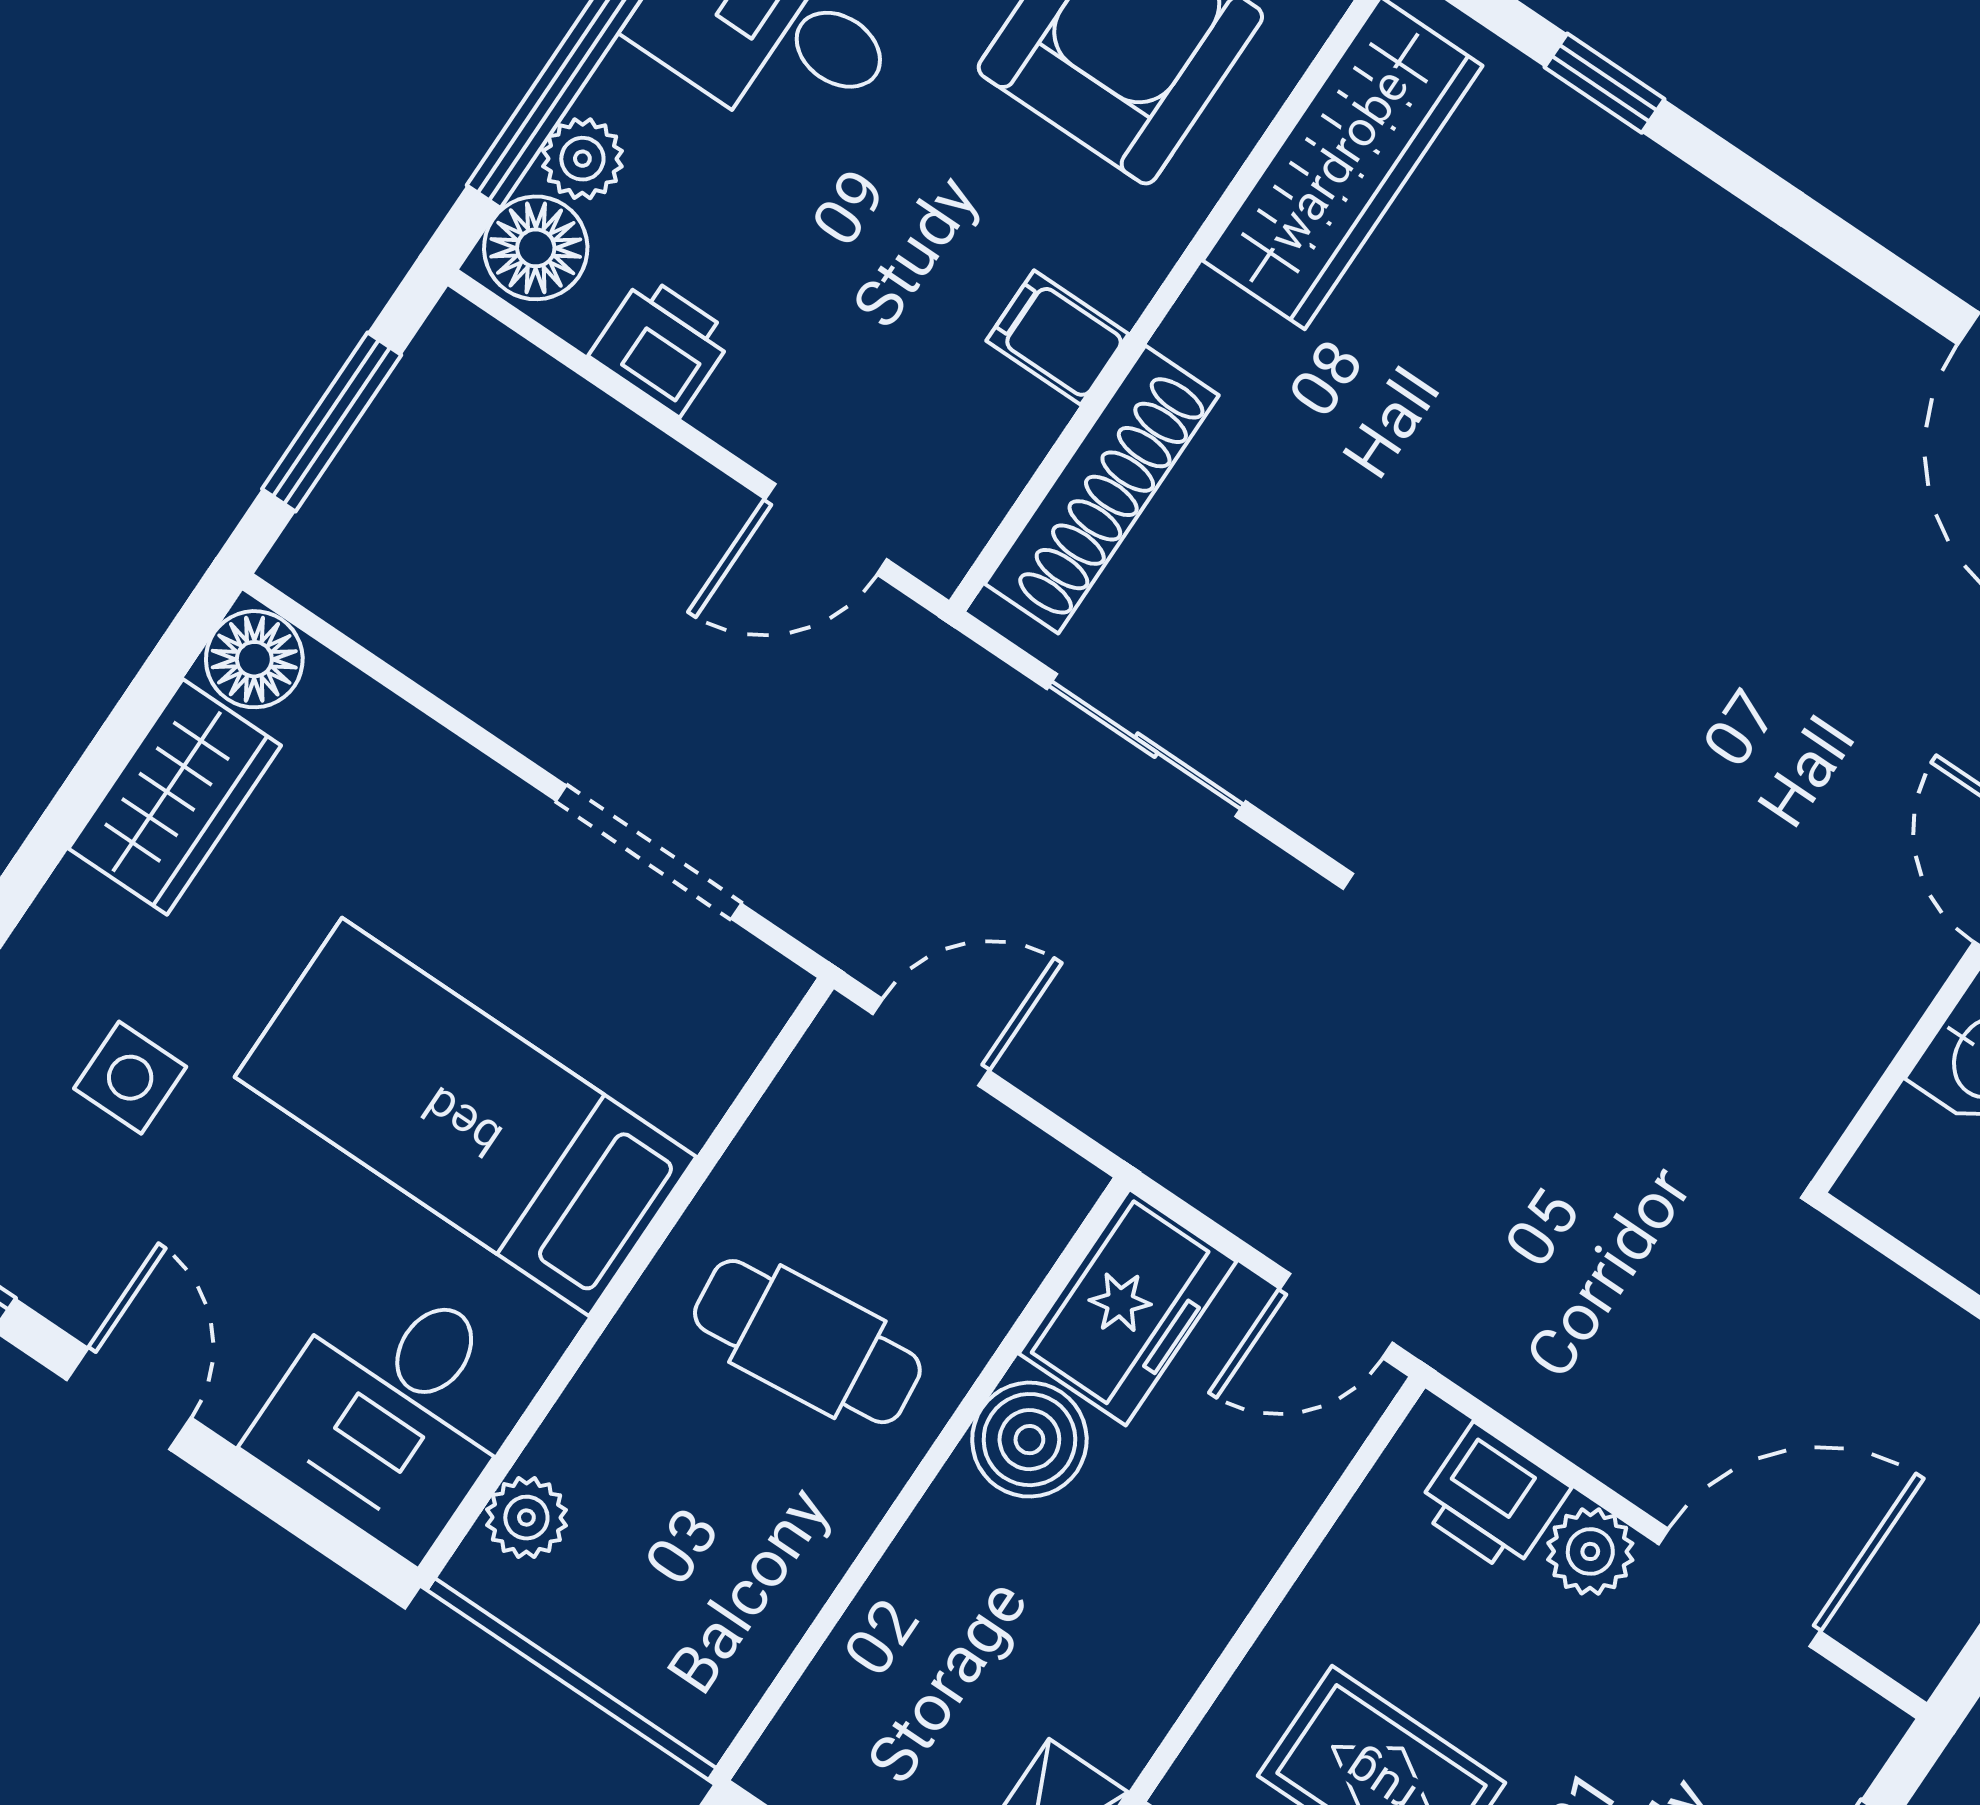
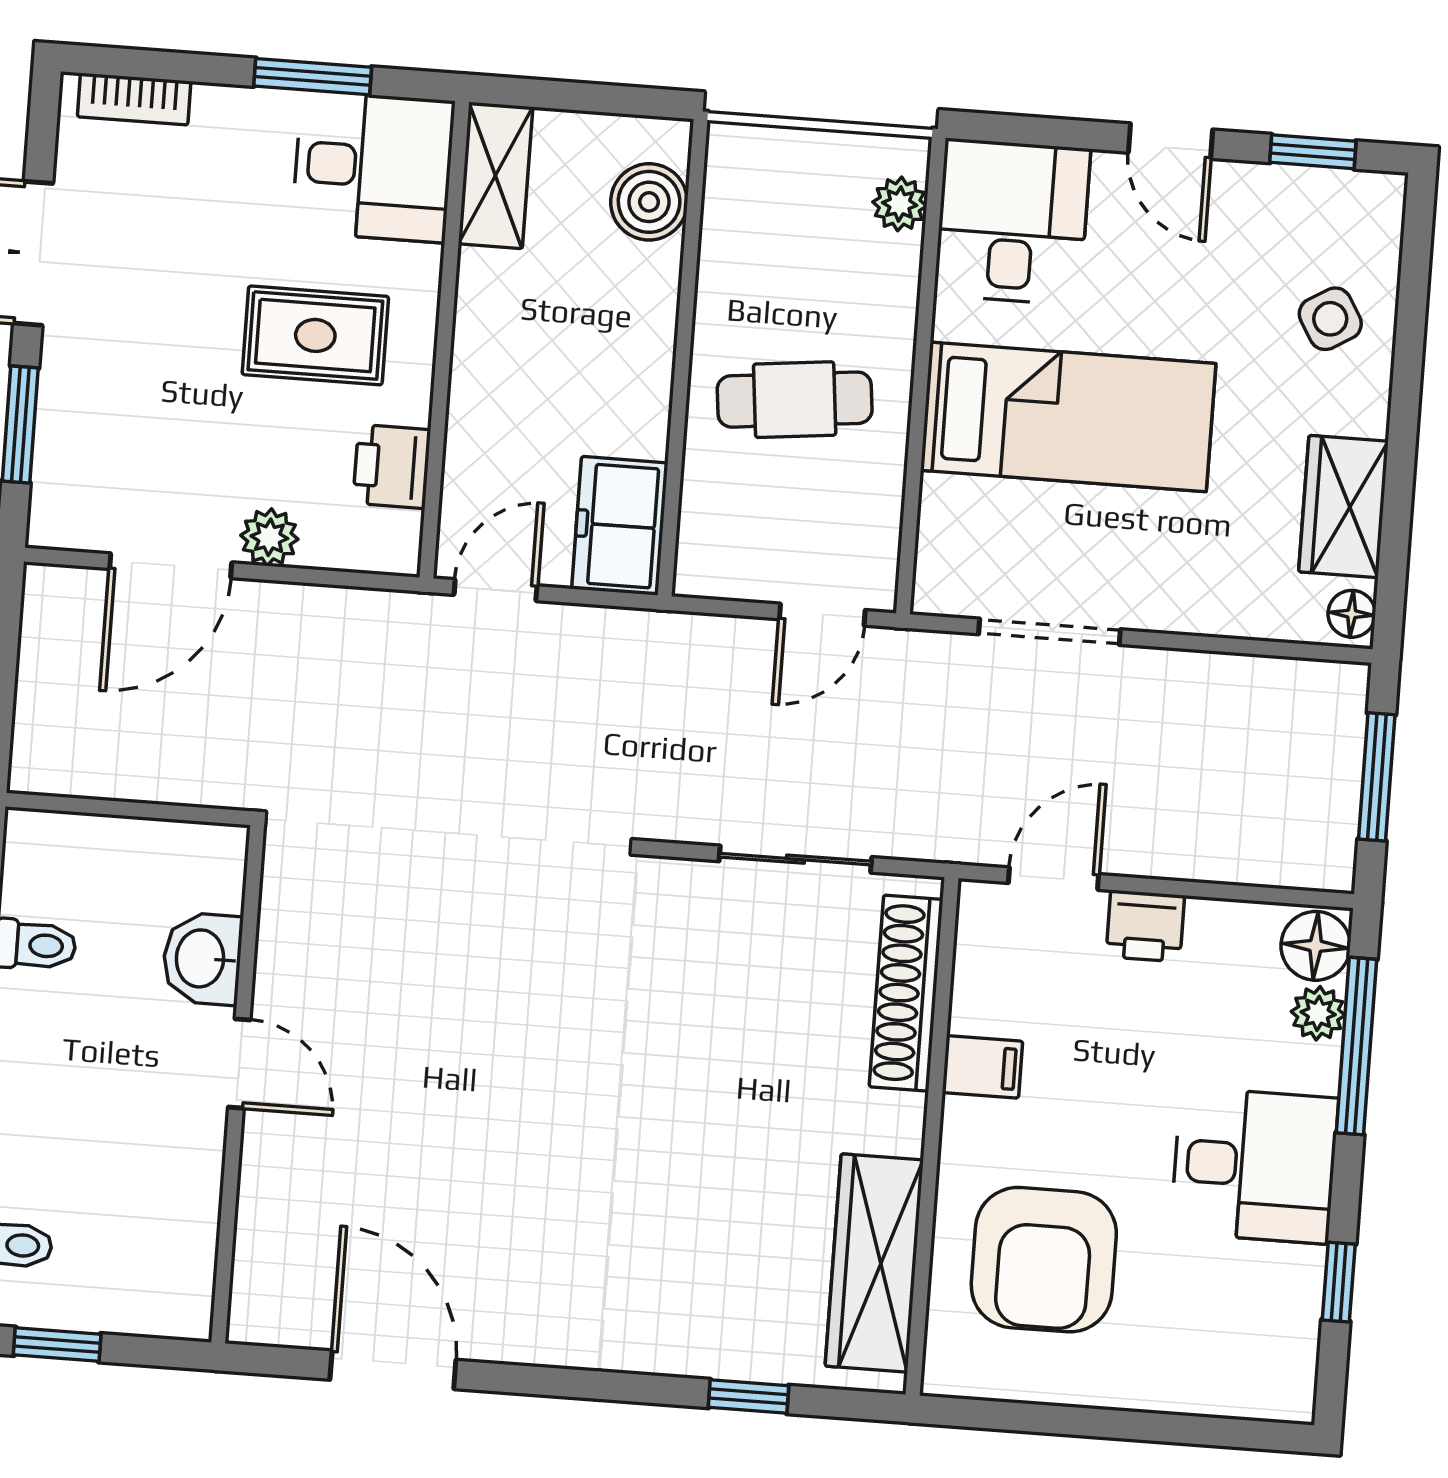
printer: (662, 345) -> (1145, 926), moved
floor lamp: (254, 659) -> (1352, 614), width x0.73, depth x0.73
side table: (130, 1078) -> (1330, 319), moved, turned -31
boiler: (1029, 1440) -> (649, 202), moved
printer: (1493, 1499) -> (392, 466), moved, turned -90

